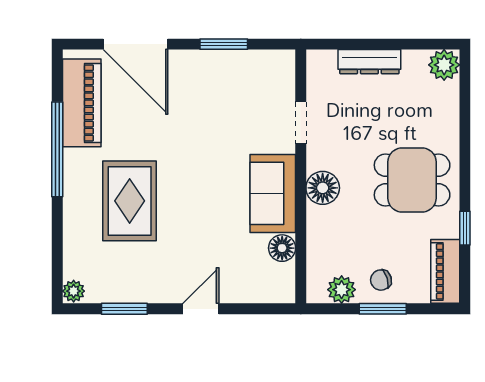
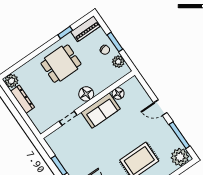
dresser: (369, 62) -> (22, 99), moved
dining table: (412, 180) -> (61, 64), turned 90
plant: (74, 291) -> (180, 157), width x1.88, depth x1.88
window: (124, 309) -> (179, 135), width x1.44

